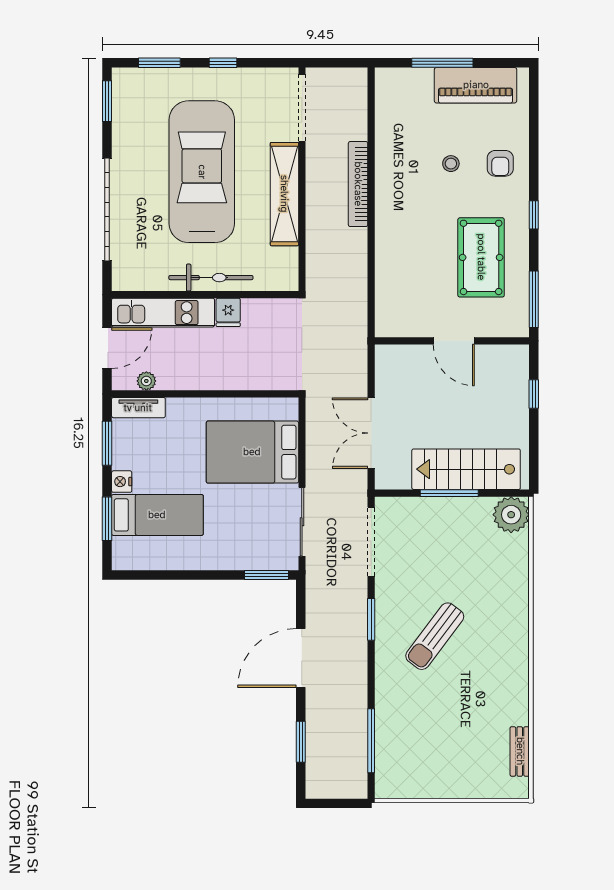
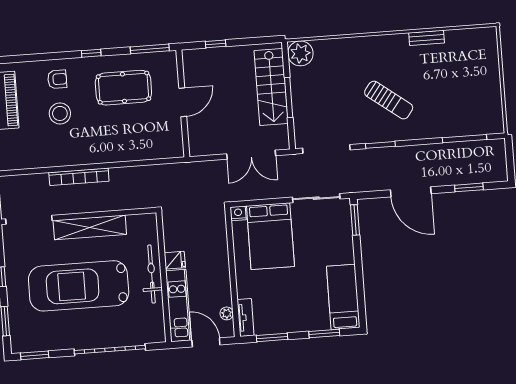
stool: (451, 164) -> (60, 113), width x1.89, depth x1.89
nightstand: (122, 482) -> (238, 213), moved, turned 180
bed: (157, 515) -> (343, 297), moved
bench: (520, 751) -> (427, 38), moved

